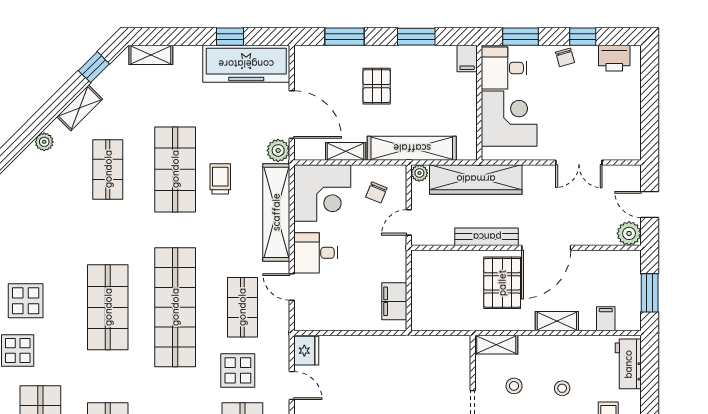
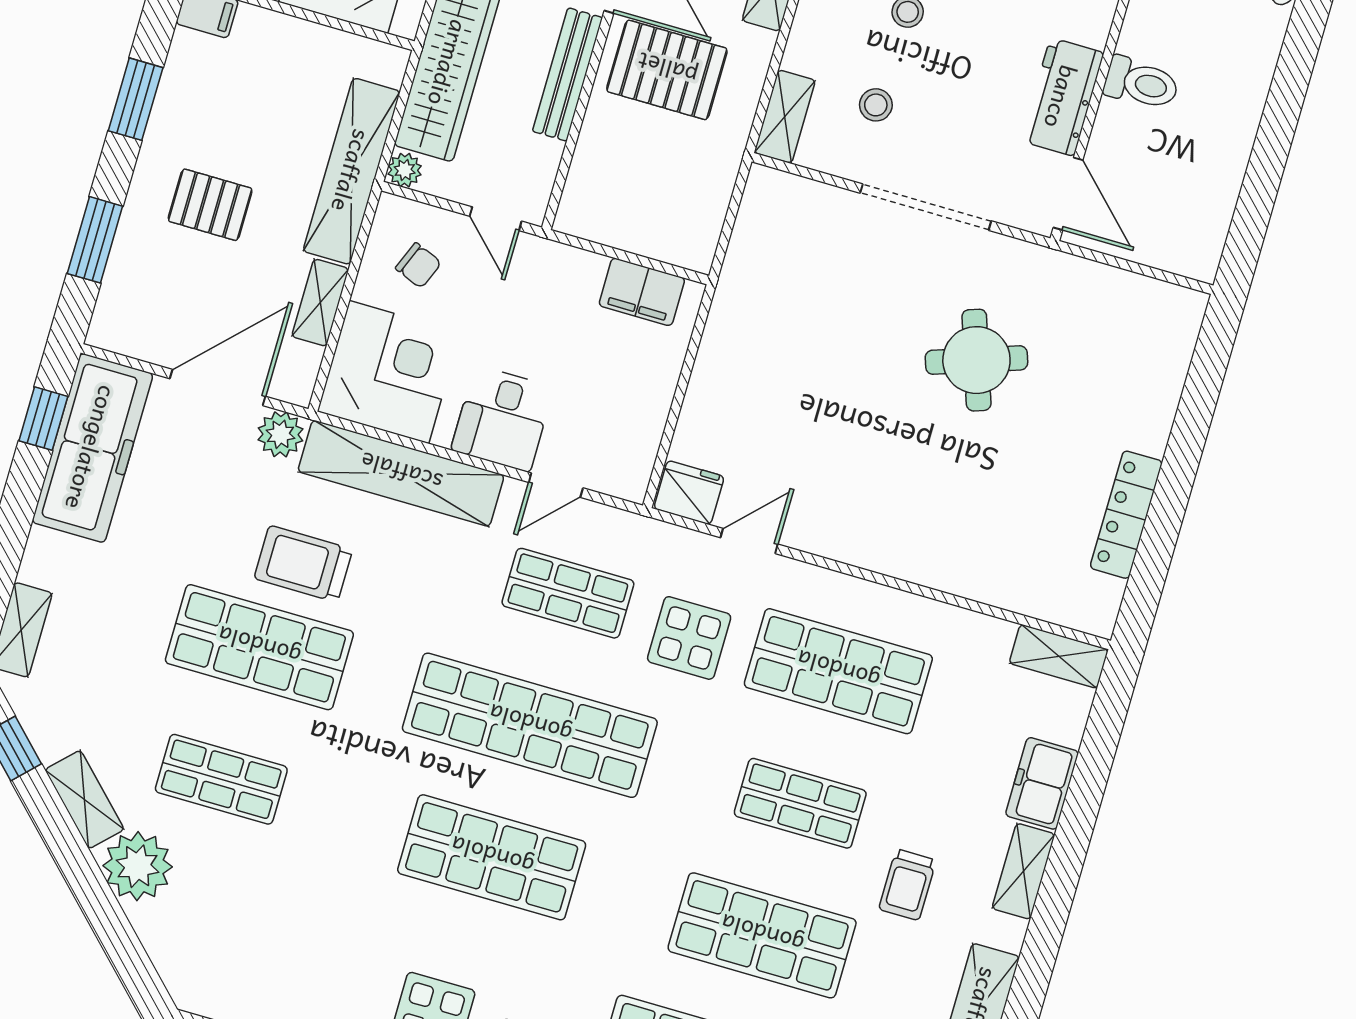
window: (230, 37) -> (43, 419), moved
plant: (44, 142) -> (138, 866), width x1.87, depth x1.87
trolley: (220, 179) -> (303, 564), width x1.36, depth x1.39

